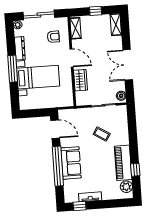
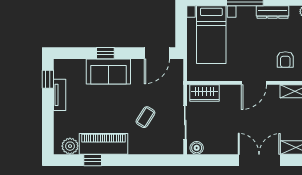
double door: (128, 65) -> (259, 160), moved
bed with nightstands: (38, 77) -> (211, 35), moved
wardrobe: (80, 80) -> (204, 93), moved
window: (58, 166) -> (105, 53), width x0.32

